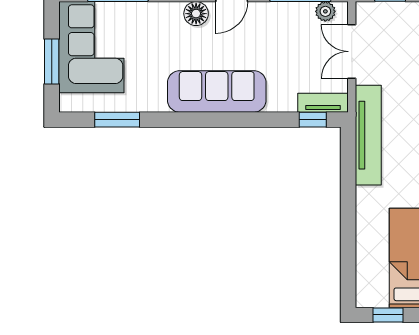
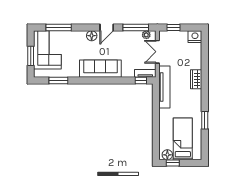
floor lamp: (375, 296) -> (167, 155), added

